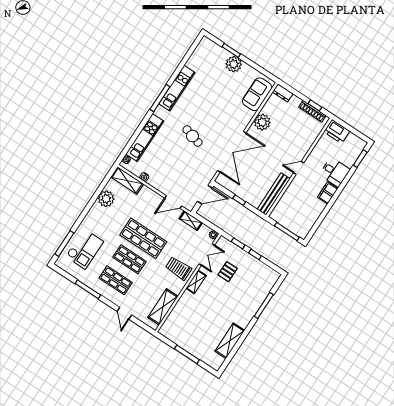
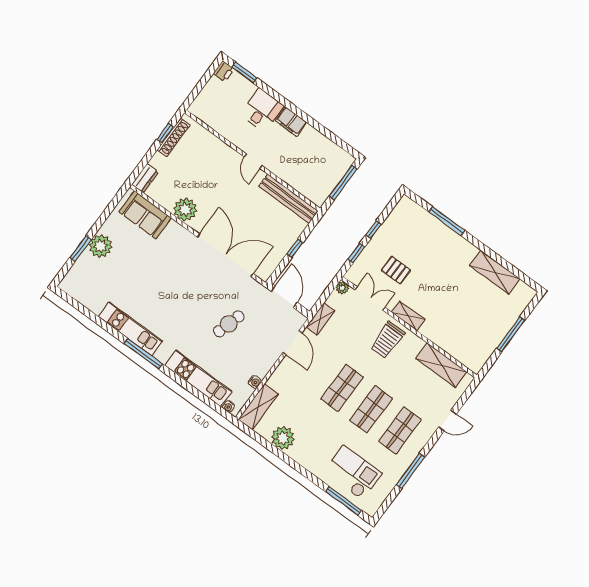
printer: (337, 131) -> (224, 71), moved, width x0.53, depth x0.68
cafe table: (192, 136) -> (229, 324), moved
shop shelf: (143, 238) -> (342, 388), width x0.70, depth x0.74

